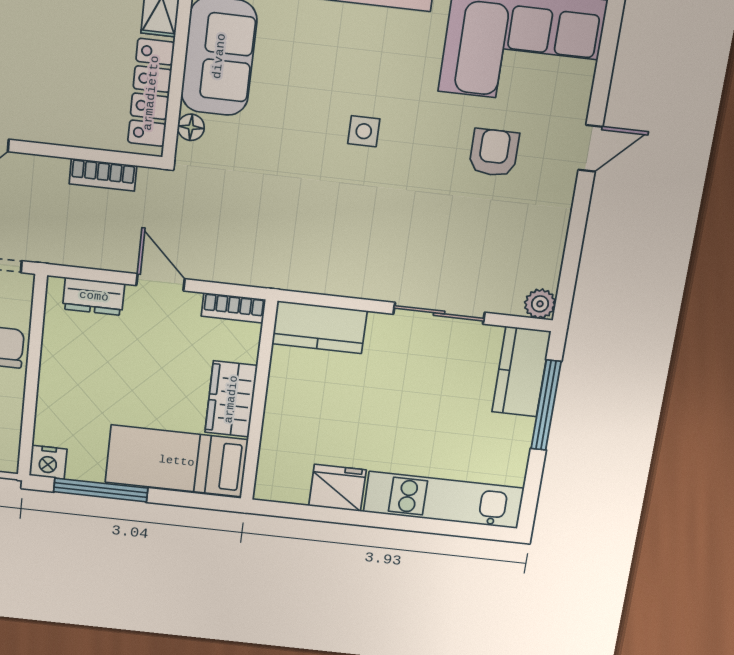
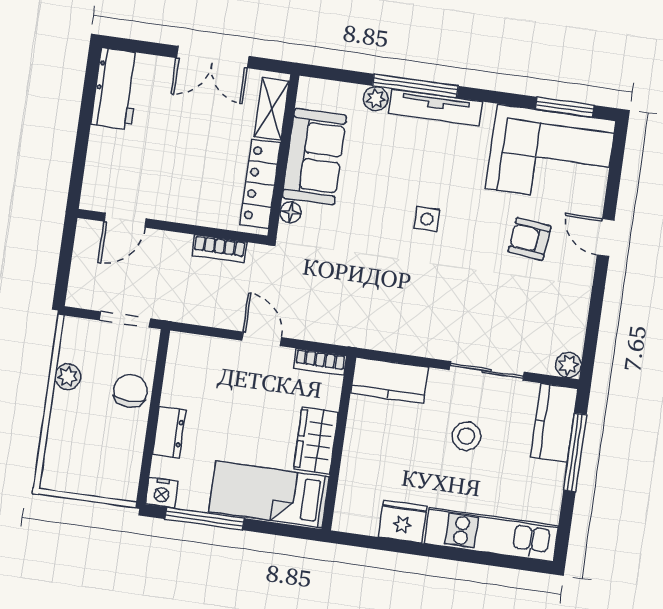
door: (591, 148) -> (606, 237), swing flipped
armchair: (494, 153) -> (530, 239), turned -84
dresser: (94, 296) -> (169, 432), moved, turned -90
stool: (414, 390) -> (466, 436), added

